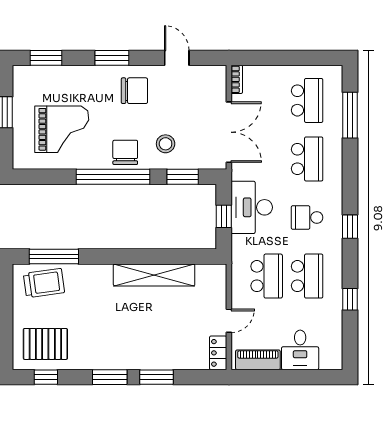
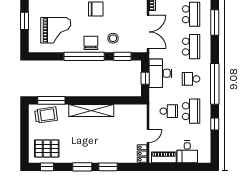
window: (350, 227) -> (215, 84), width x3.17
shelving: (154, 275) -> (91, 111), moved
school desk: (267, 276) -> (169, 111), width x0.54

